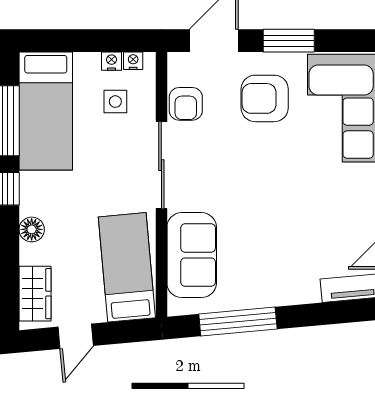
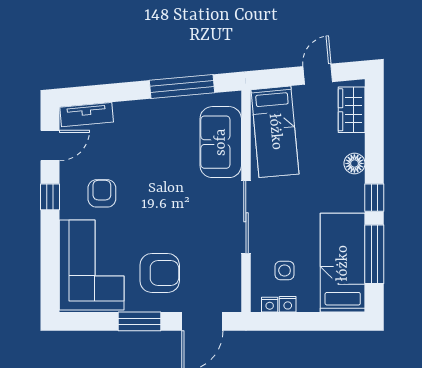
armchair: (186, 104) -> (102, 193), moved

